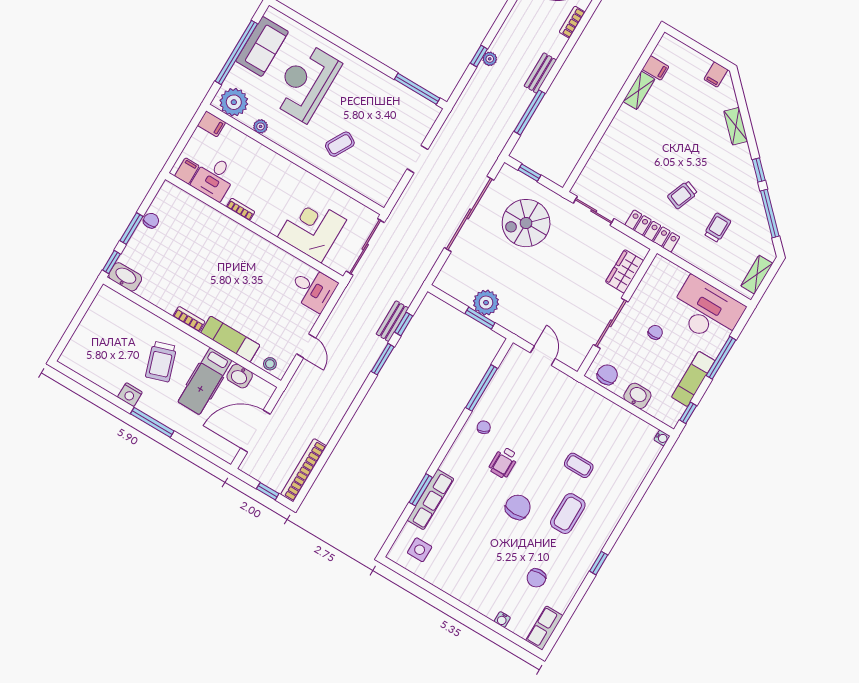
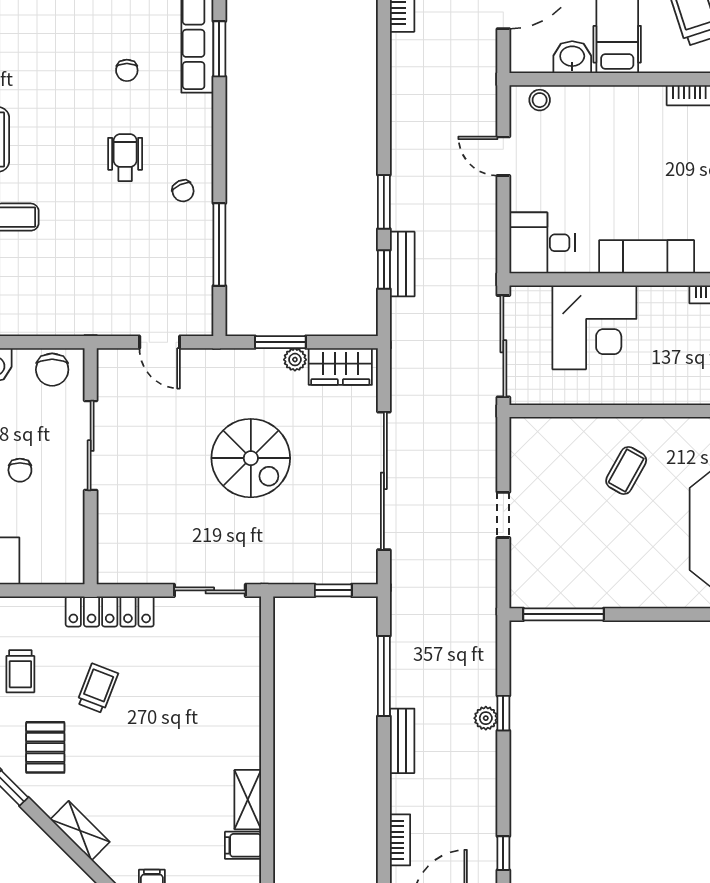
pallet: (728, 180) -> (45, 747), added
spiral stairs: (526, 223) -> (251, 458), moved, turned 90
wardrobe: (625, 271) -> (340, 367), moved, turned 90
plant: (486, 303) -> (295, 360), width x0.53, depth x0.53
exam couch: (230, 339) -> (647, 257), moved, turned 180
chair: (518, 507) -> (127, 70), moved, width x0.54, depth x0.54

